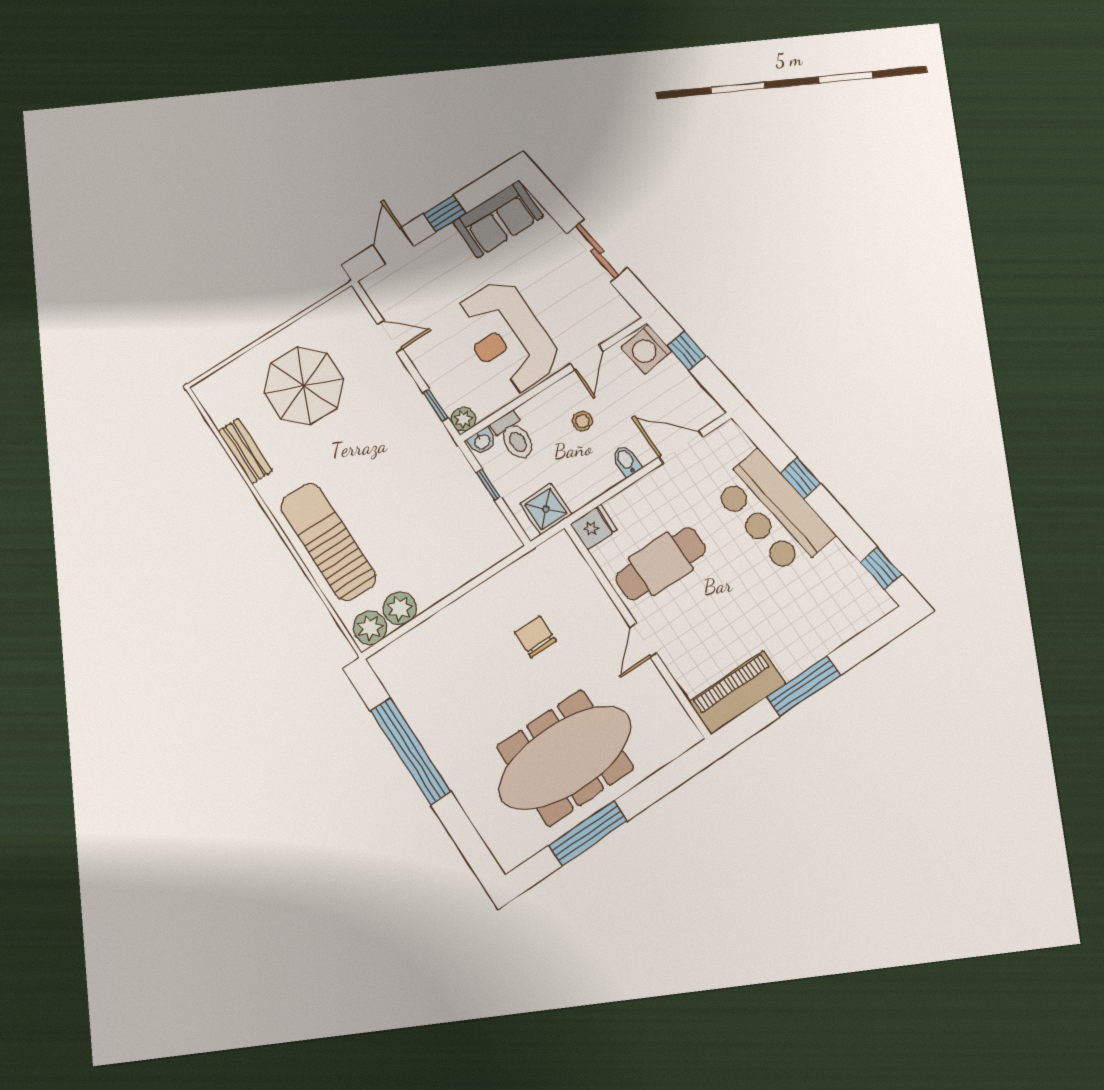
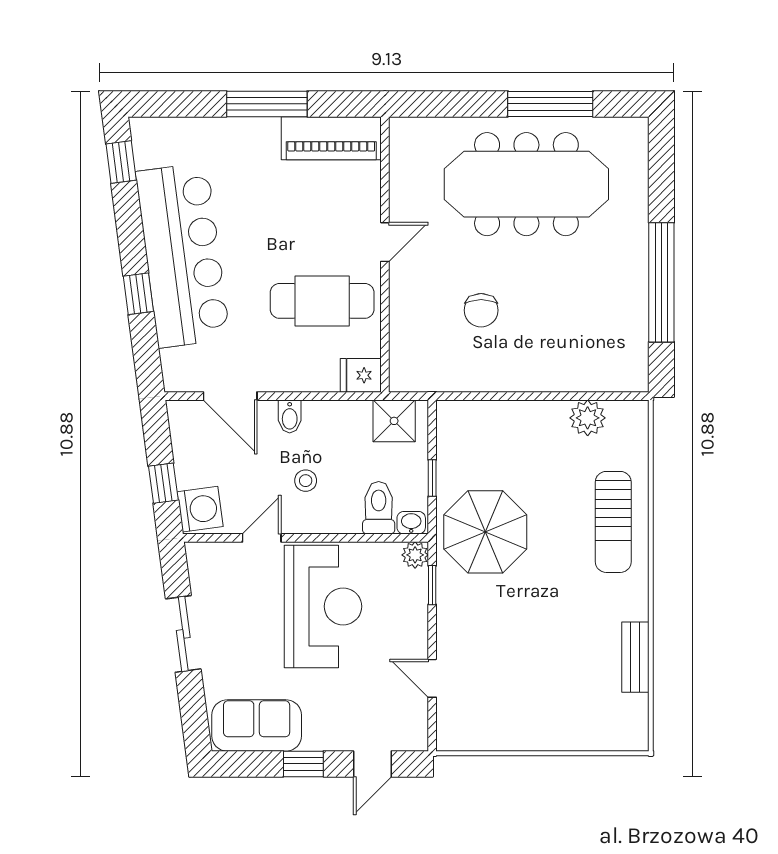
parasol: (304, 386) -> (485, 532), moved
bar counter: (773, 513) -> (183, 255), width x1.36
sun lounger: (328, 542) -> (613, 522), width x0.73, depth x0.75
plant: (370, 628) -> (626, 418), removed

